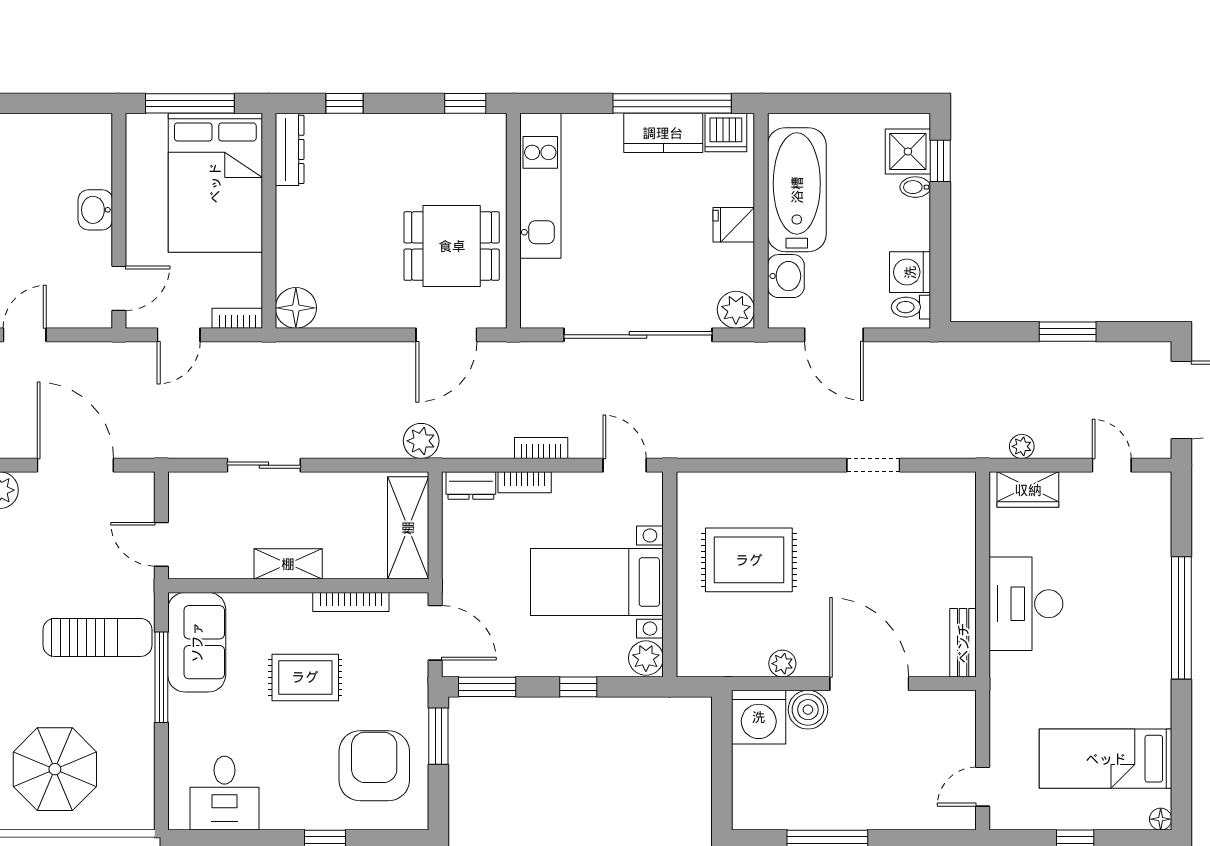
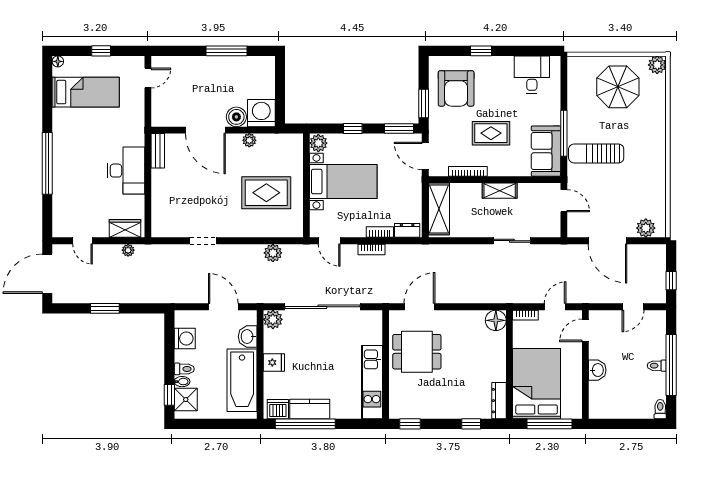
toilet: (911, 307) -> (184, 369), moved
plant: (421, 441) -> (273, 253), moved

